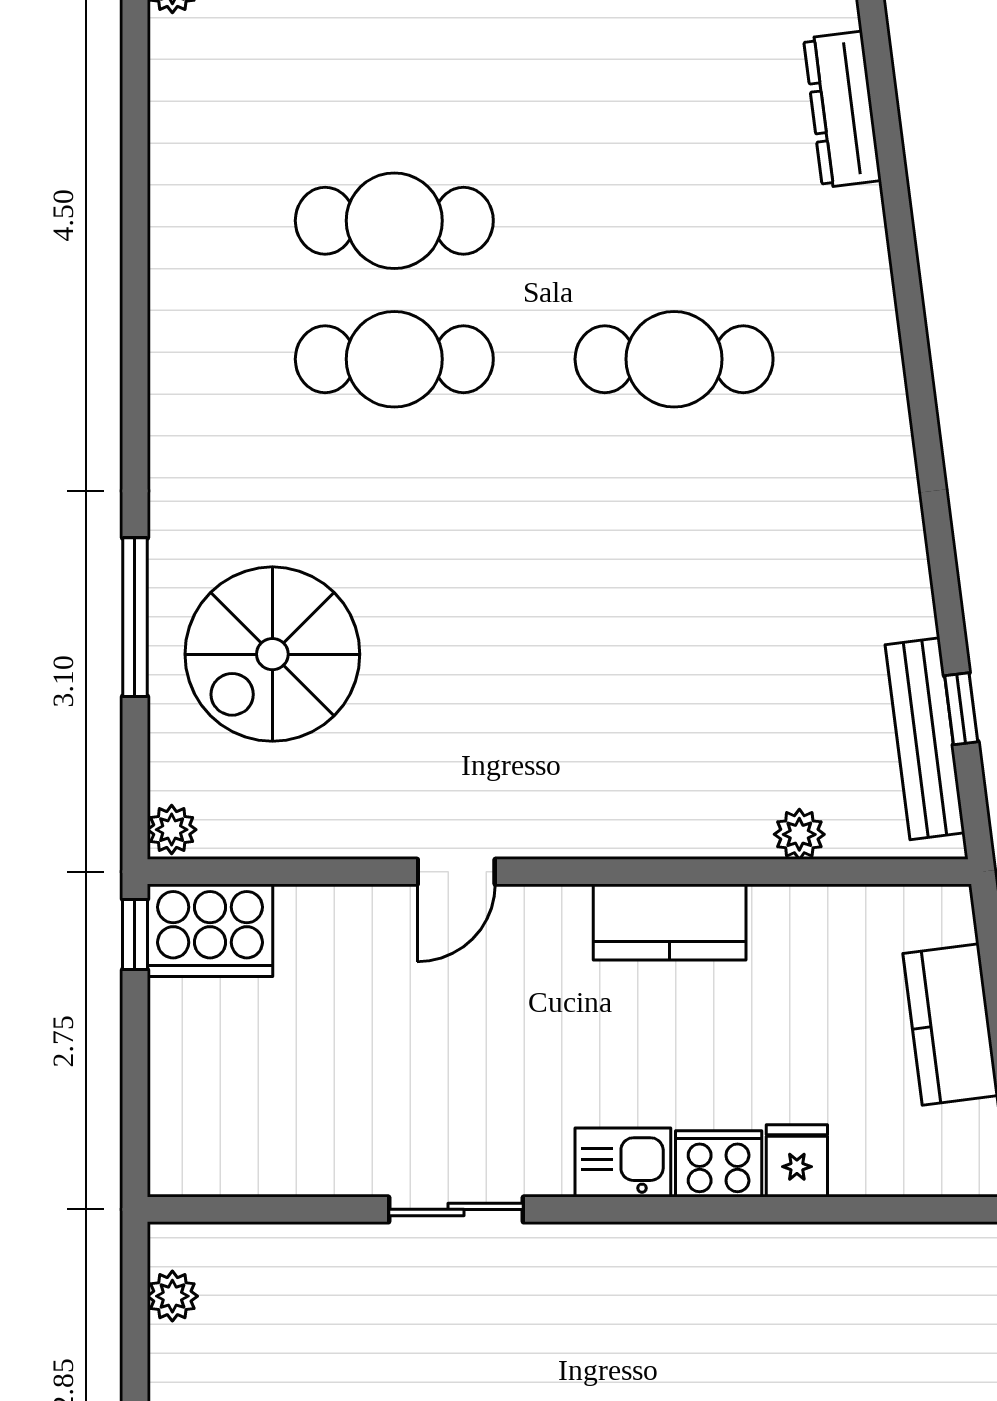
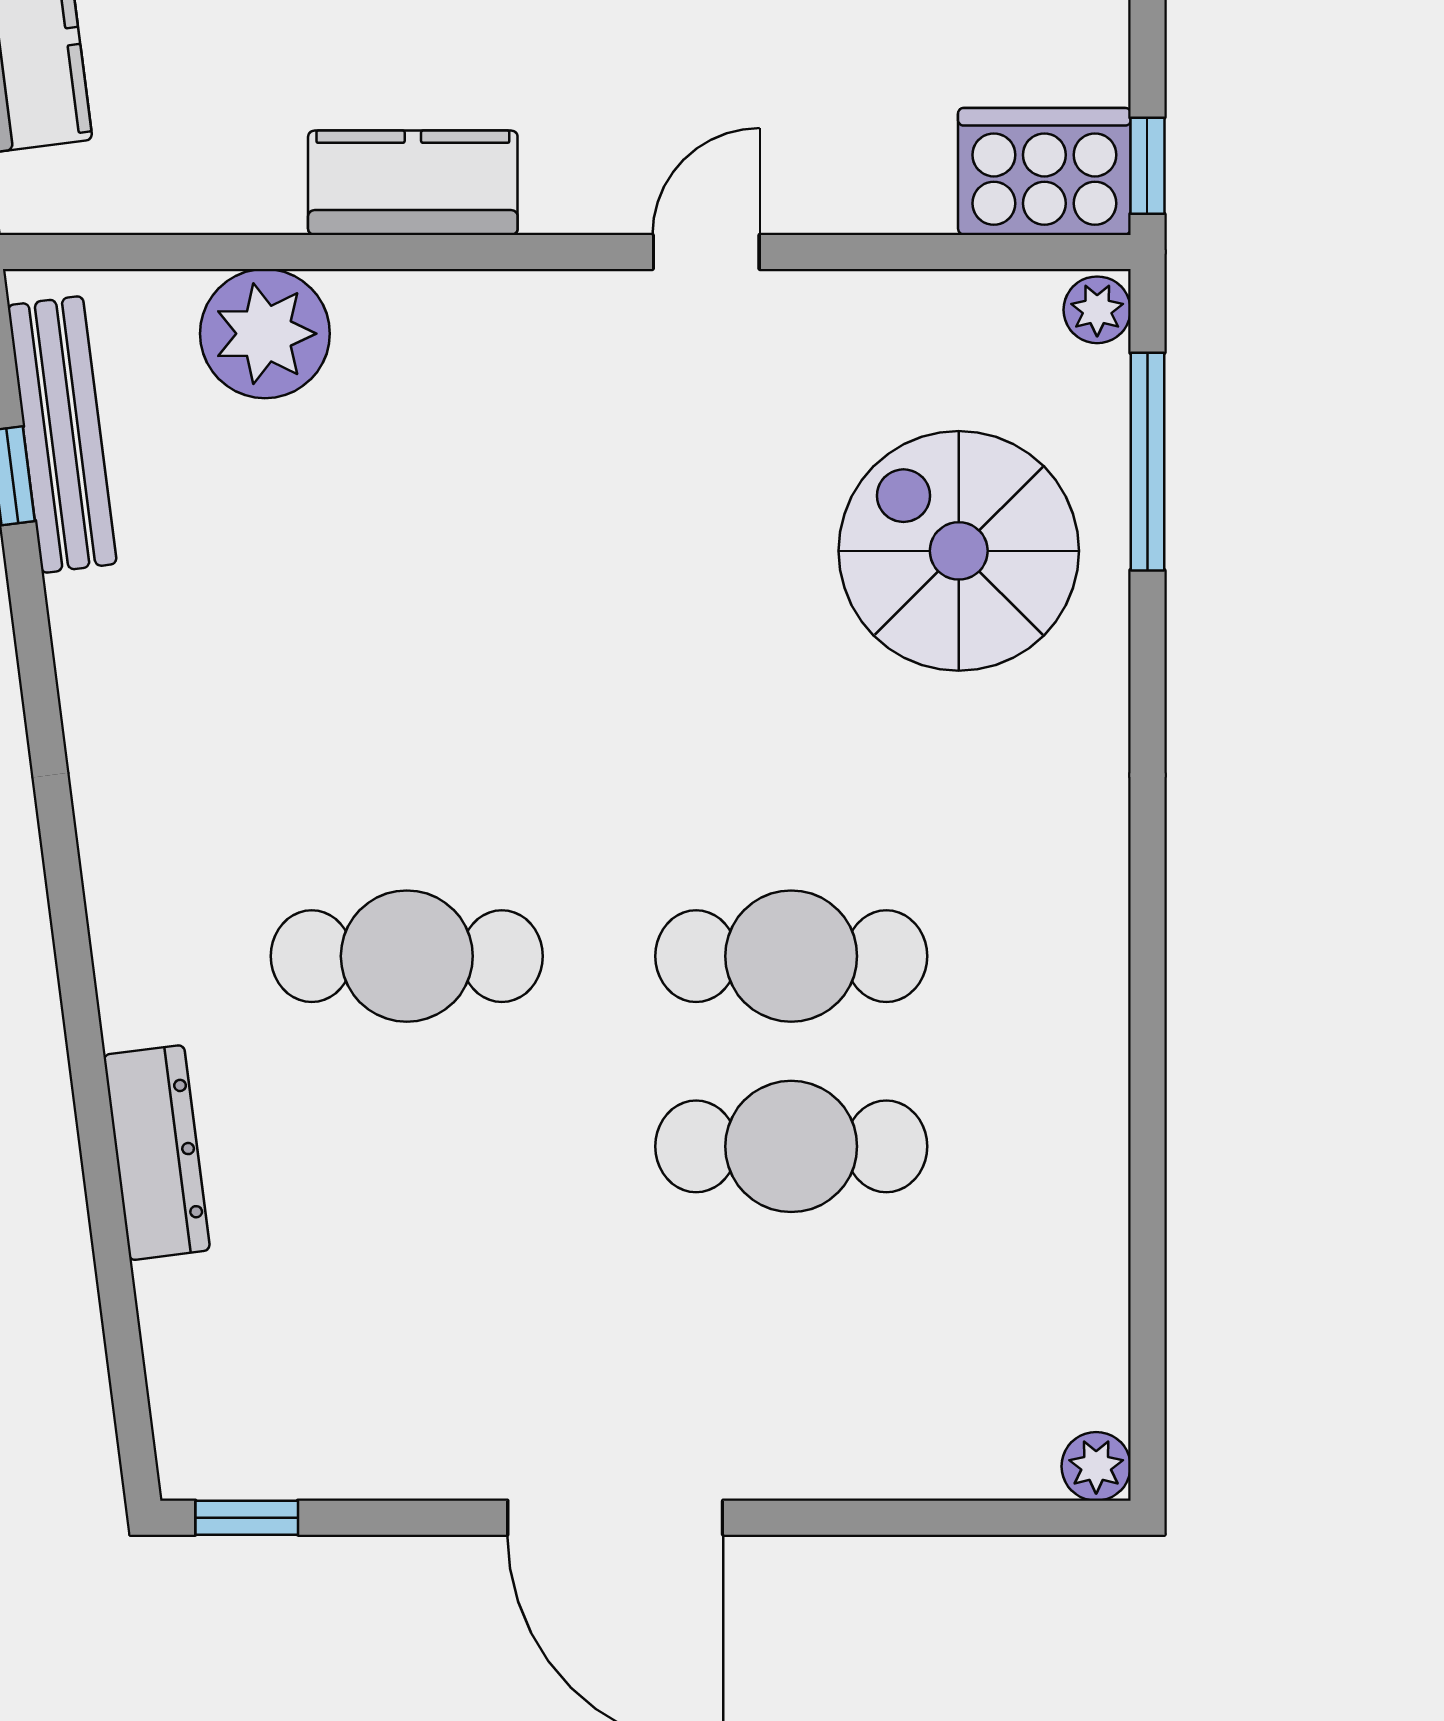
dresser: (842, 109) -> (157, 1153), moved
window: (135, 617) -> (1147, 462), moved
spiral stairs: (272, 654) -> (959, 551), turned -90
plant: (799, 834) -> (265, 334), width x1.88, depth x1.88

